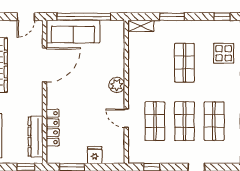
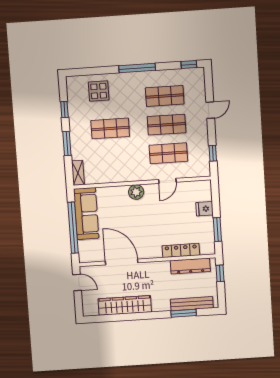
window: (222, 17) -> (64, 110), moved
sofa: (73, 32) -> (86, 214), moved

